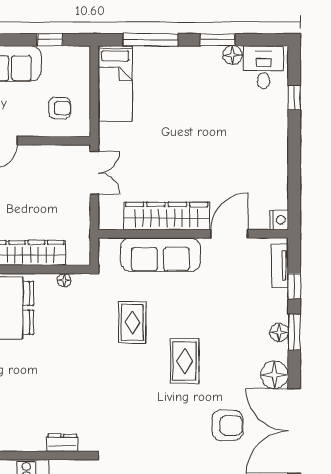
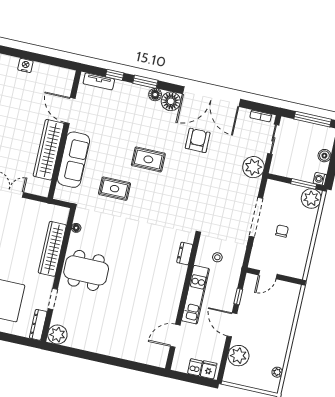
nightstand: (279, 220) -> (25, 65), moved
floor lamp: (279, 332) -> (155, 95), moved

